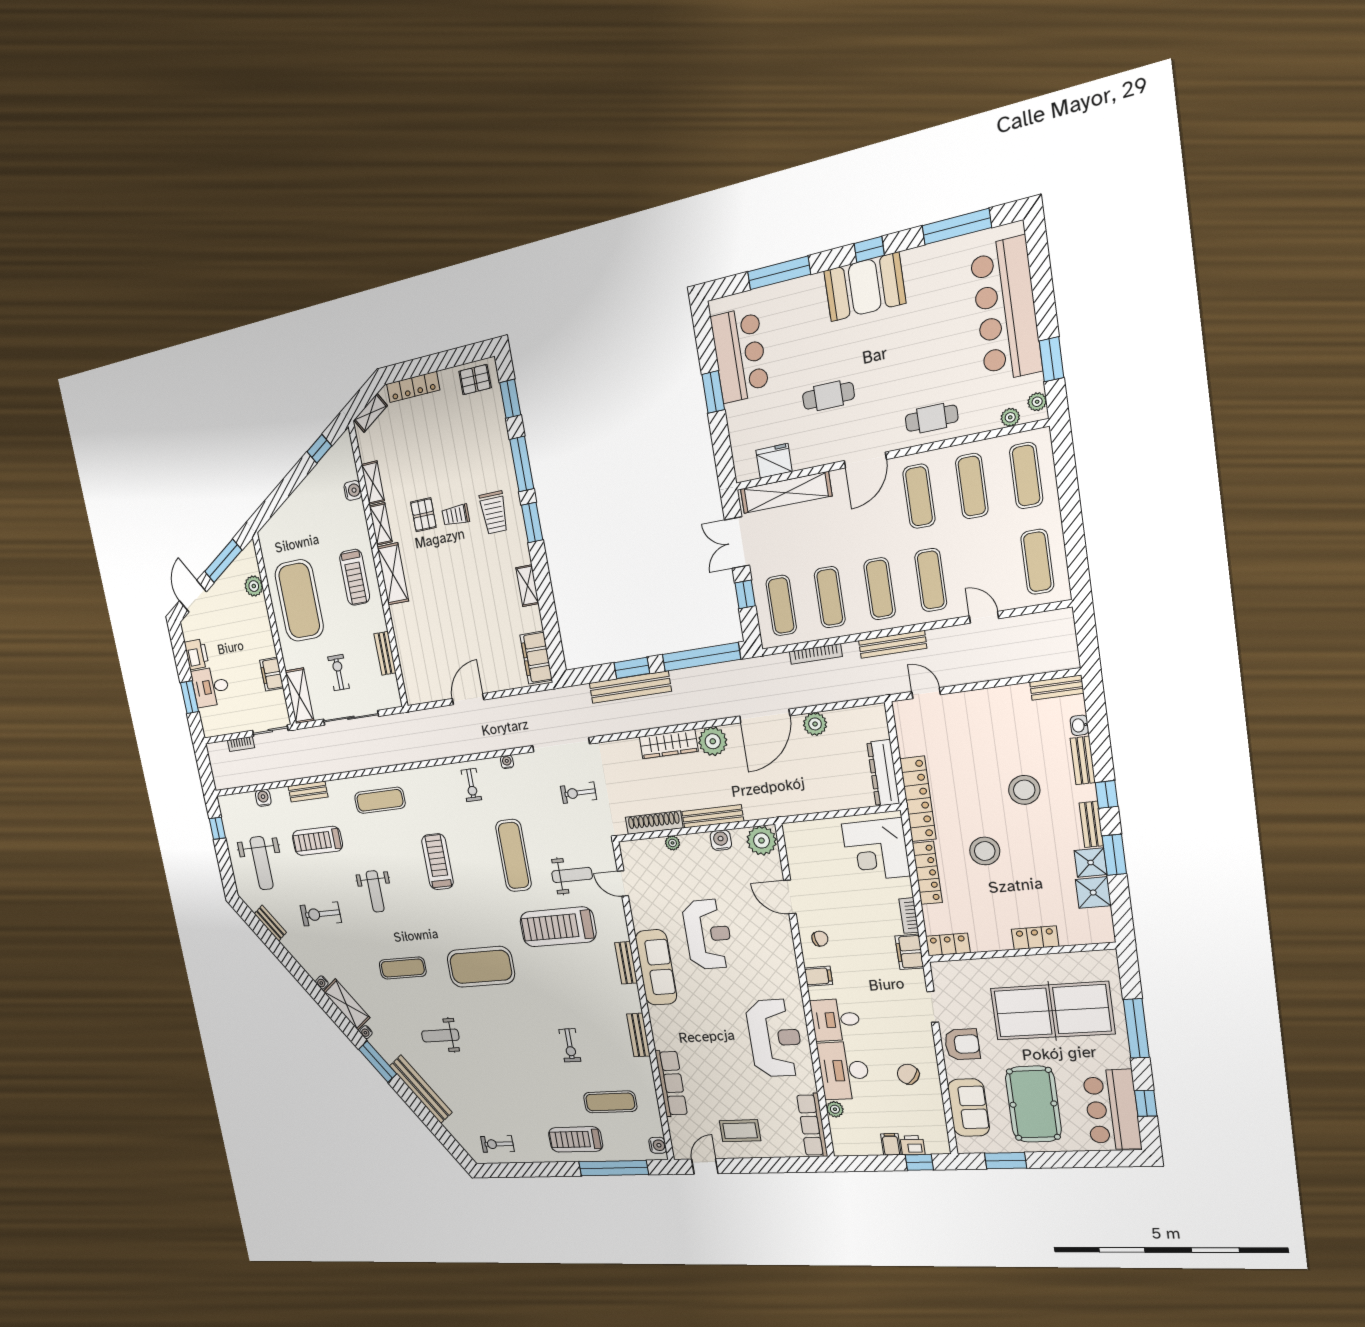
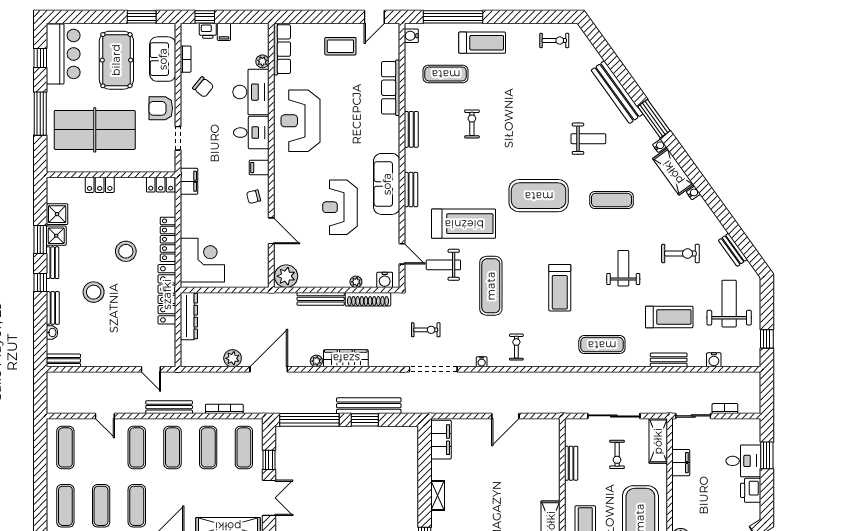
plant: (713, 741) -> (316, 361), width x0.53, depth x0.53
water cooler: (721, 840) -> (385, 280), moved
bookcase: (909, 916) -> (186, 59), moved

